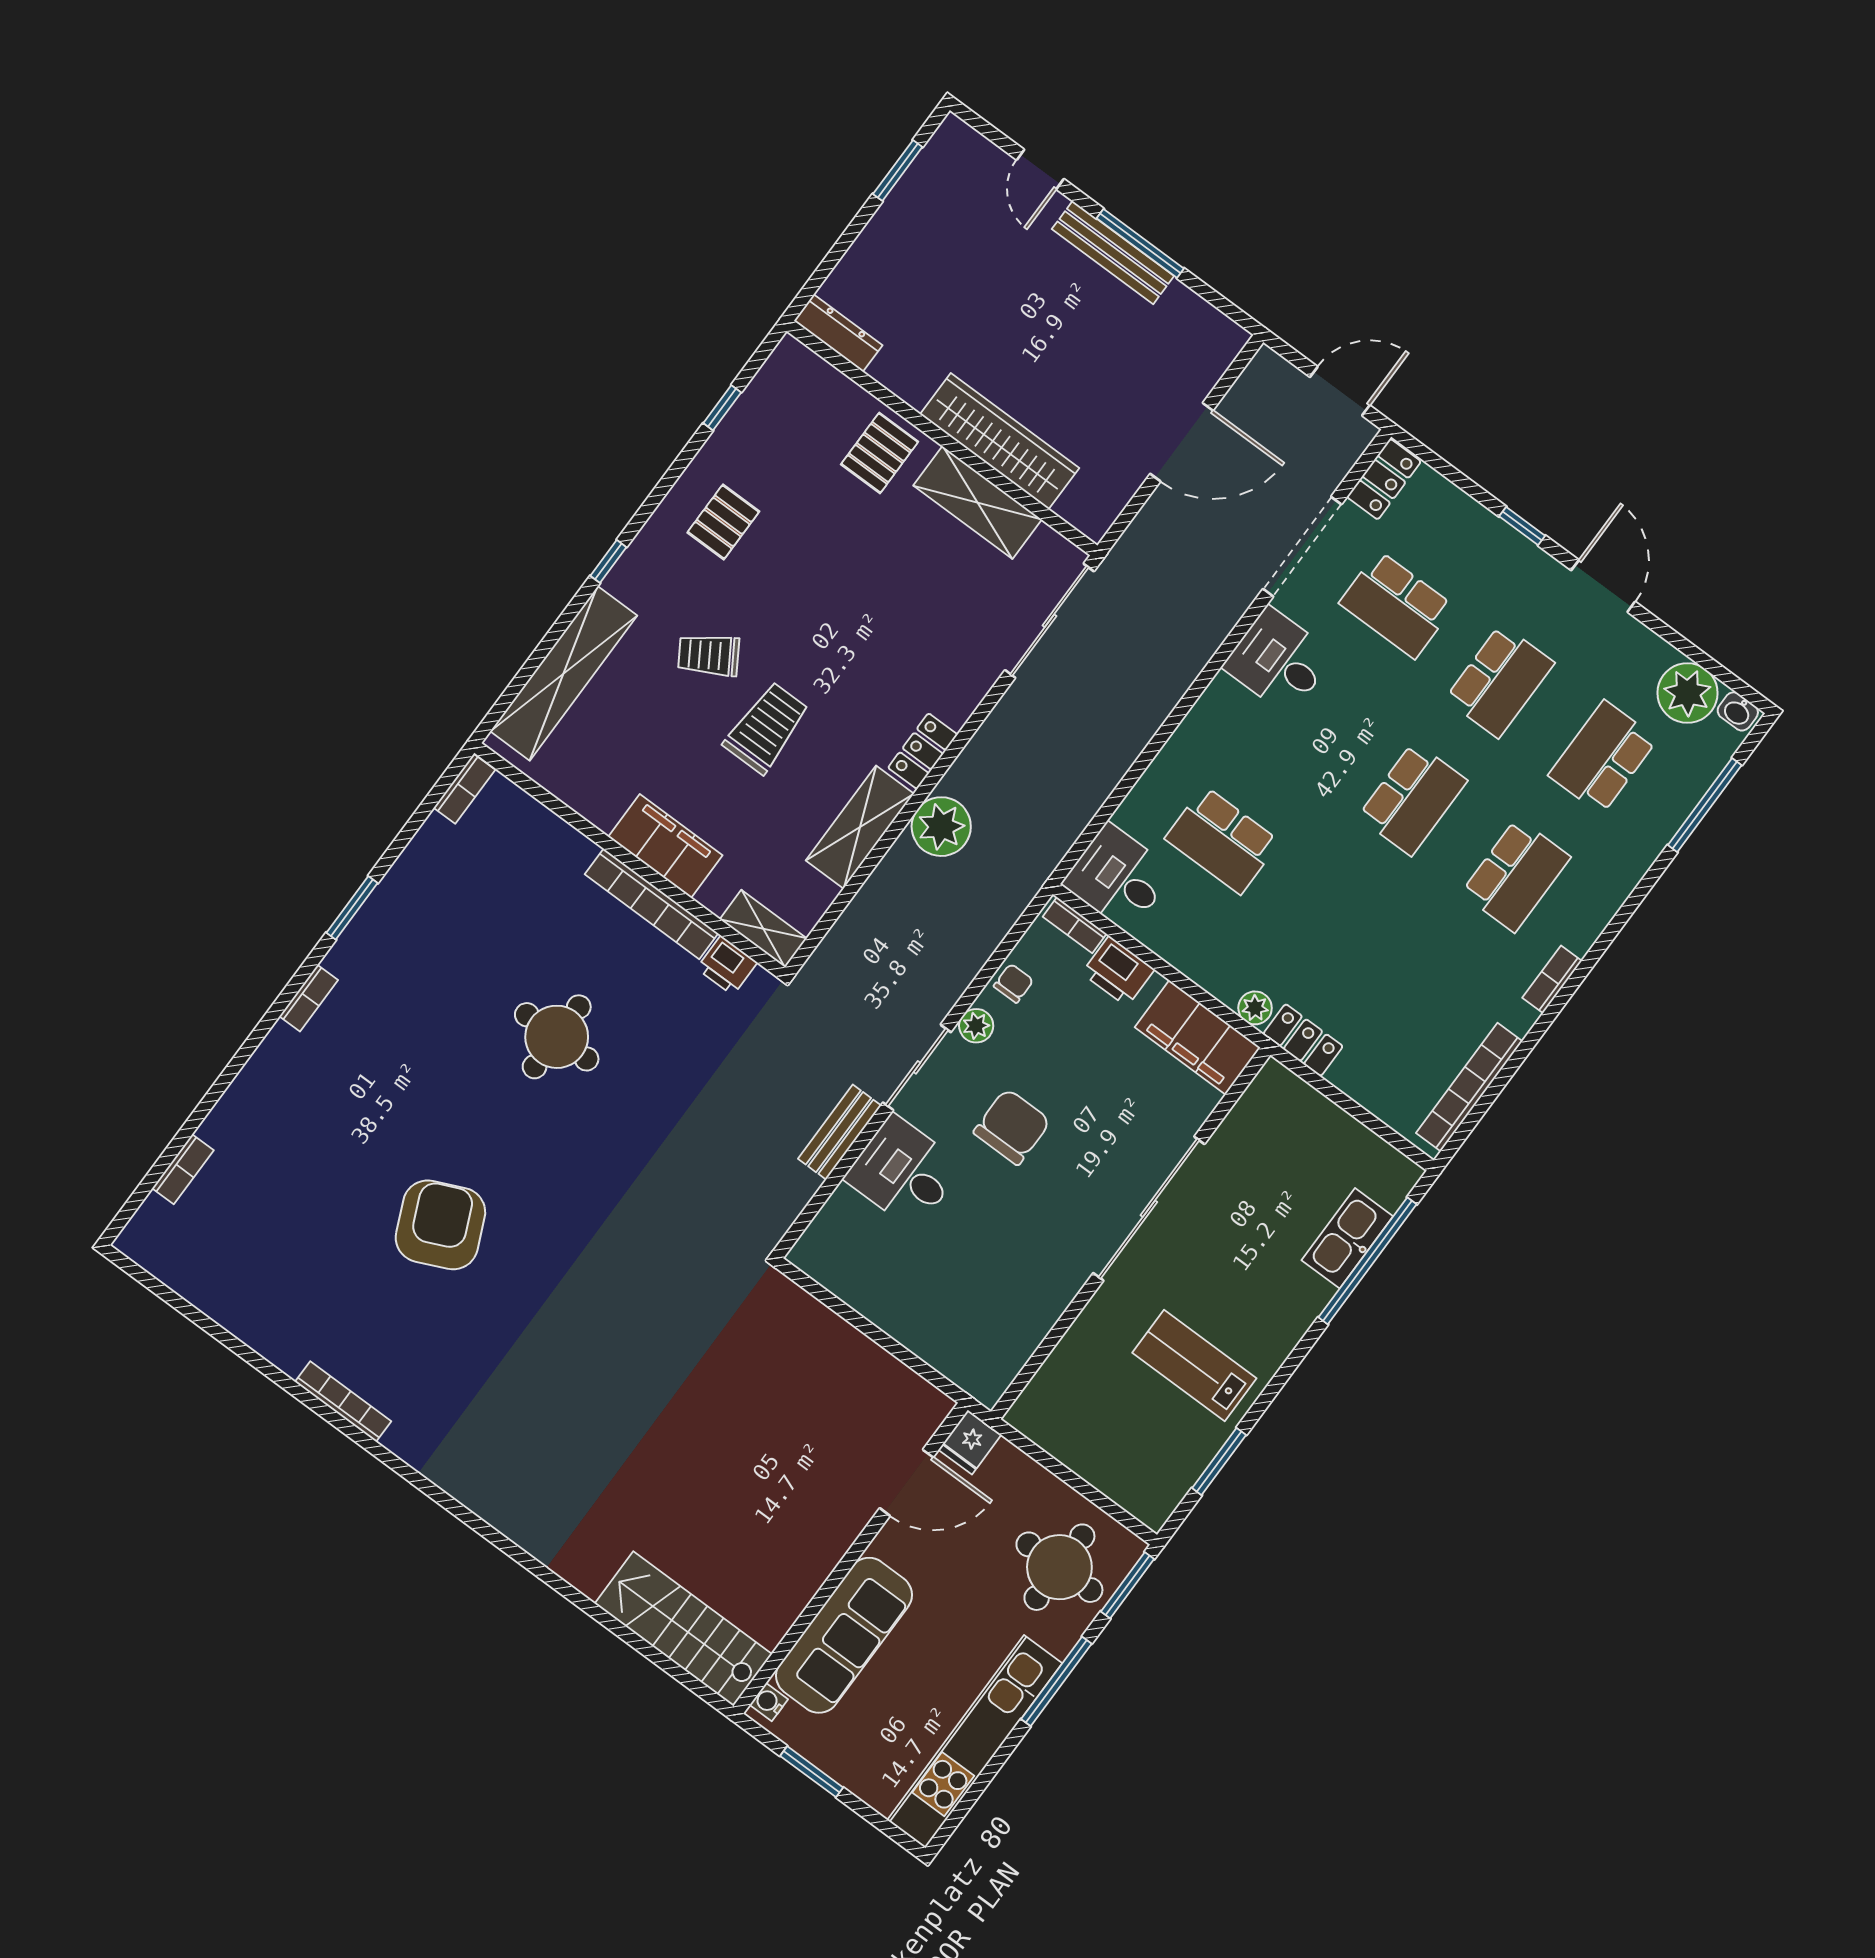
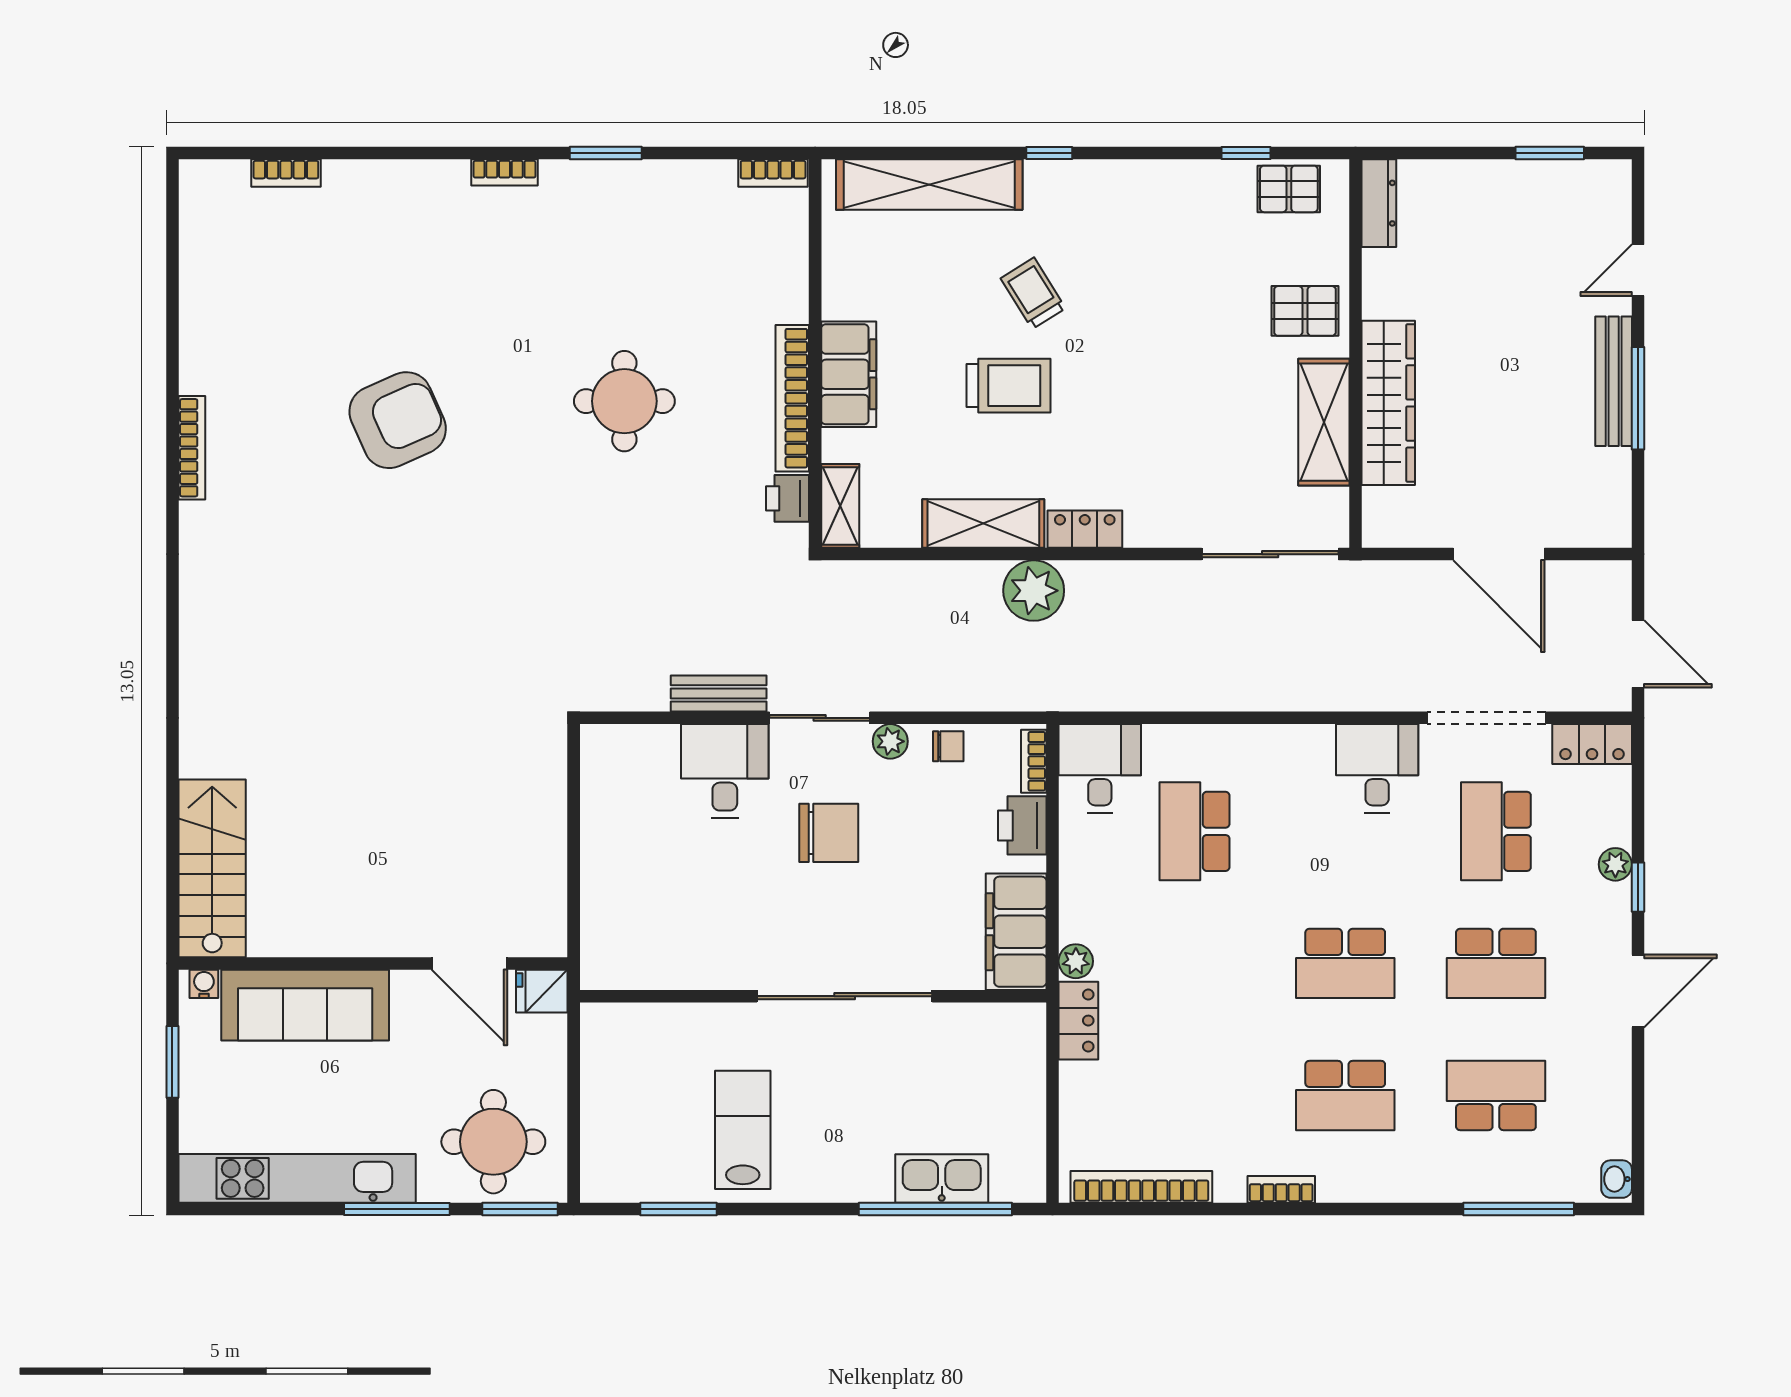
pallet: (723, 522) -> (1289, 189), moved
plant: (1687, 693) -> (1615, 864), moved, width x0.53, depth x0.53

